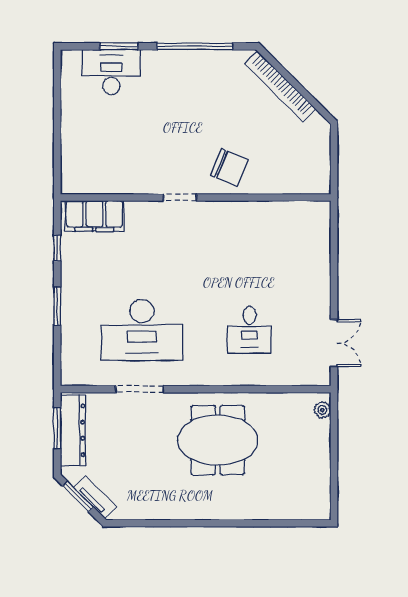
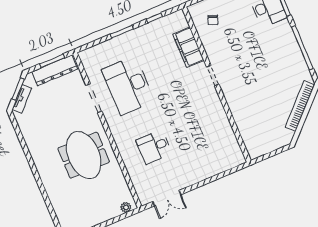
chair: (229, 167) -> (213, 20), moved, width x0.54, depth x0.54
filing cabinet: (94, 216) -> (188, 47), moved

